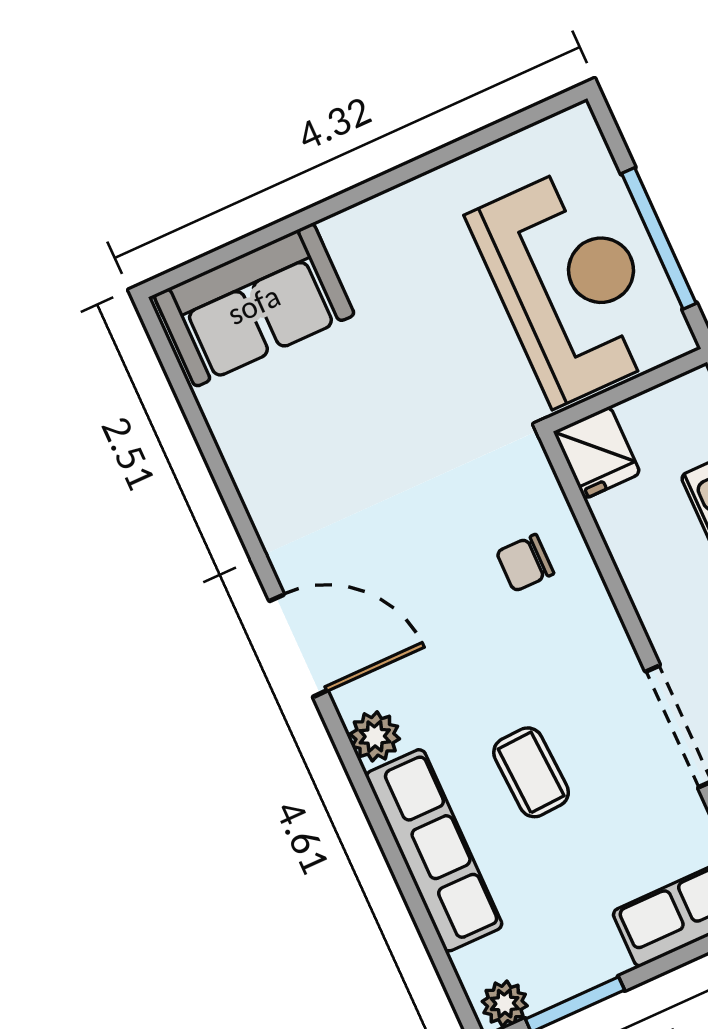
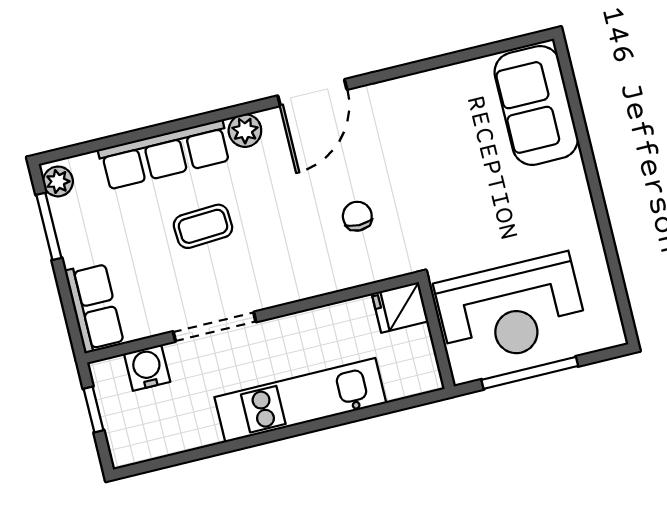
chair: (525, 563) -> (357, 216), moved

